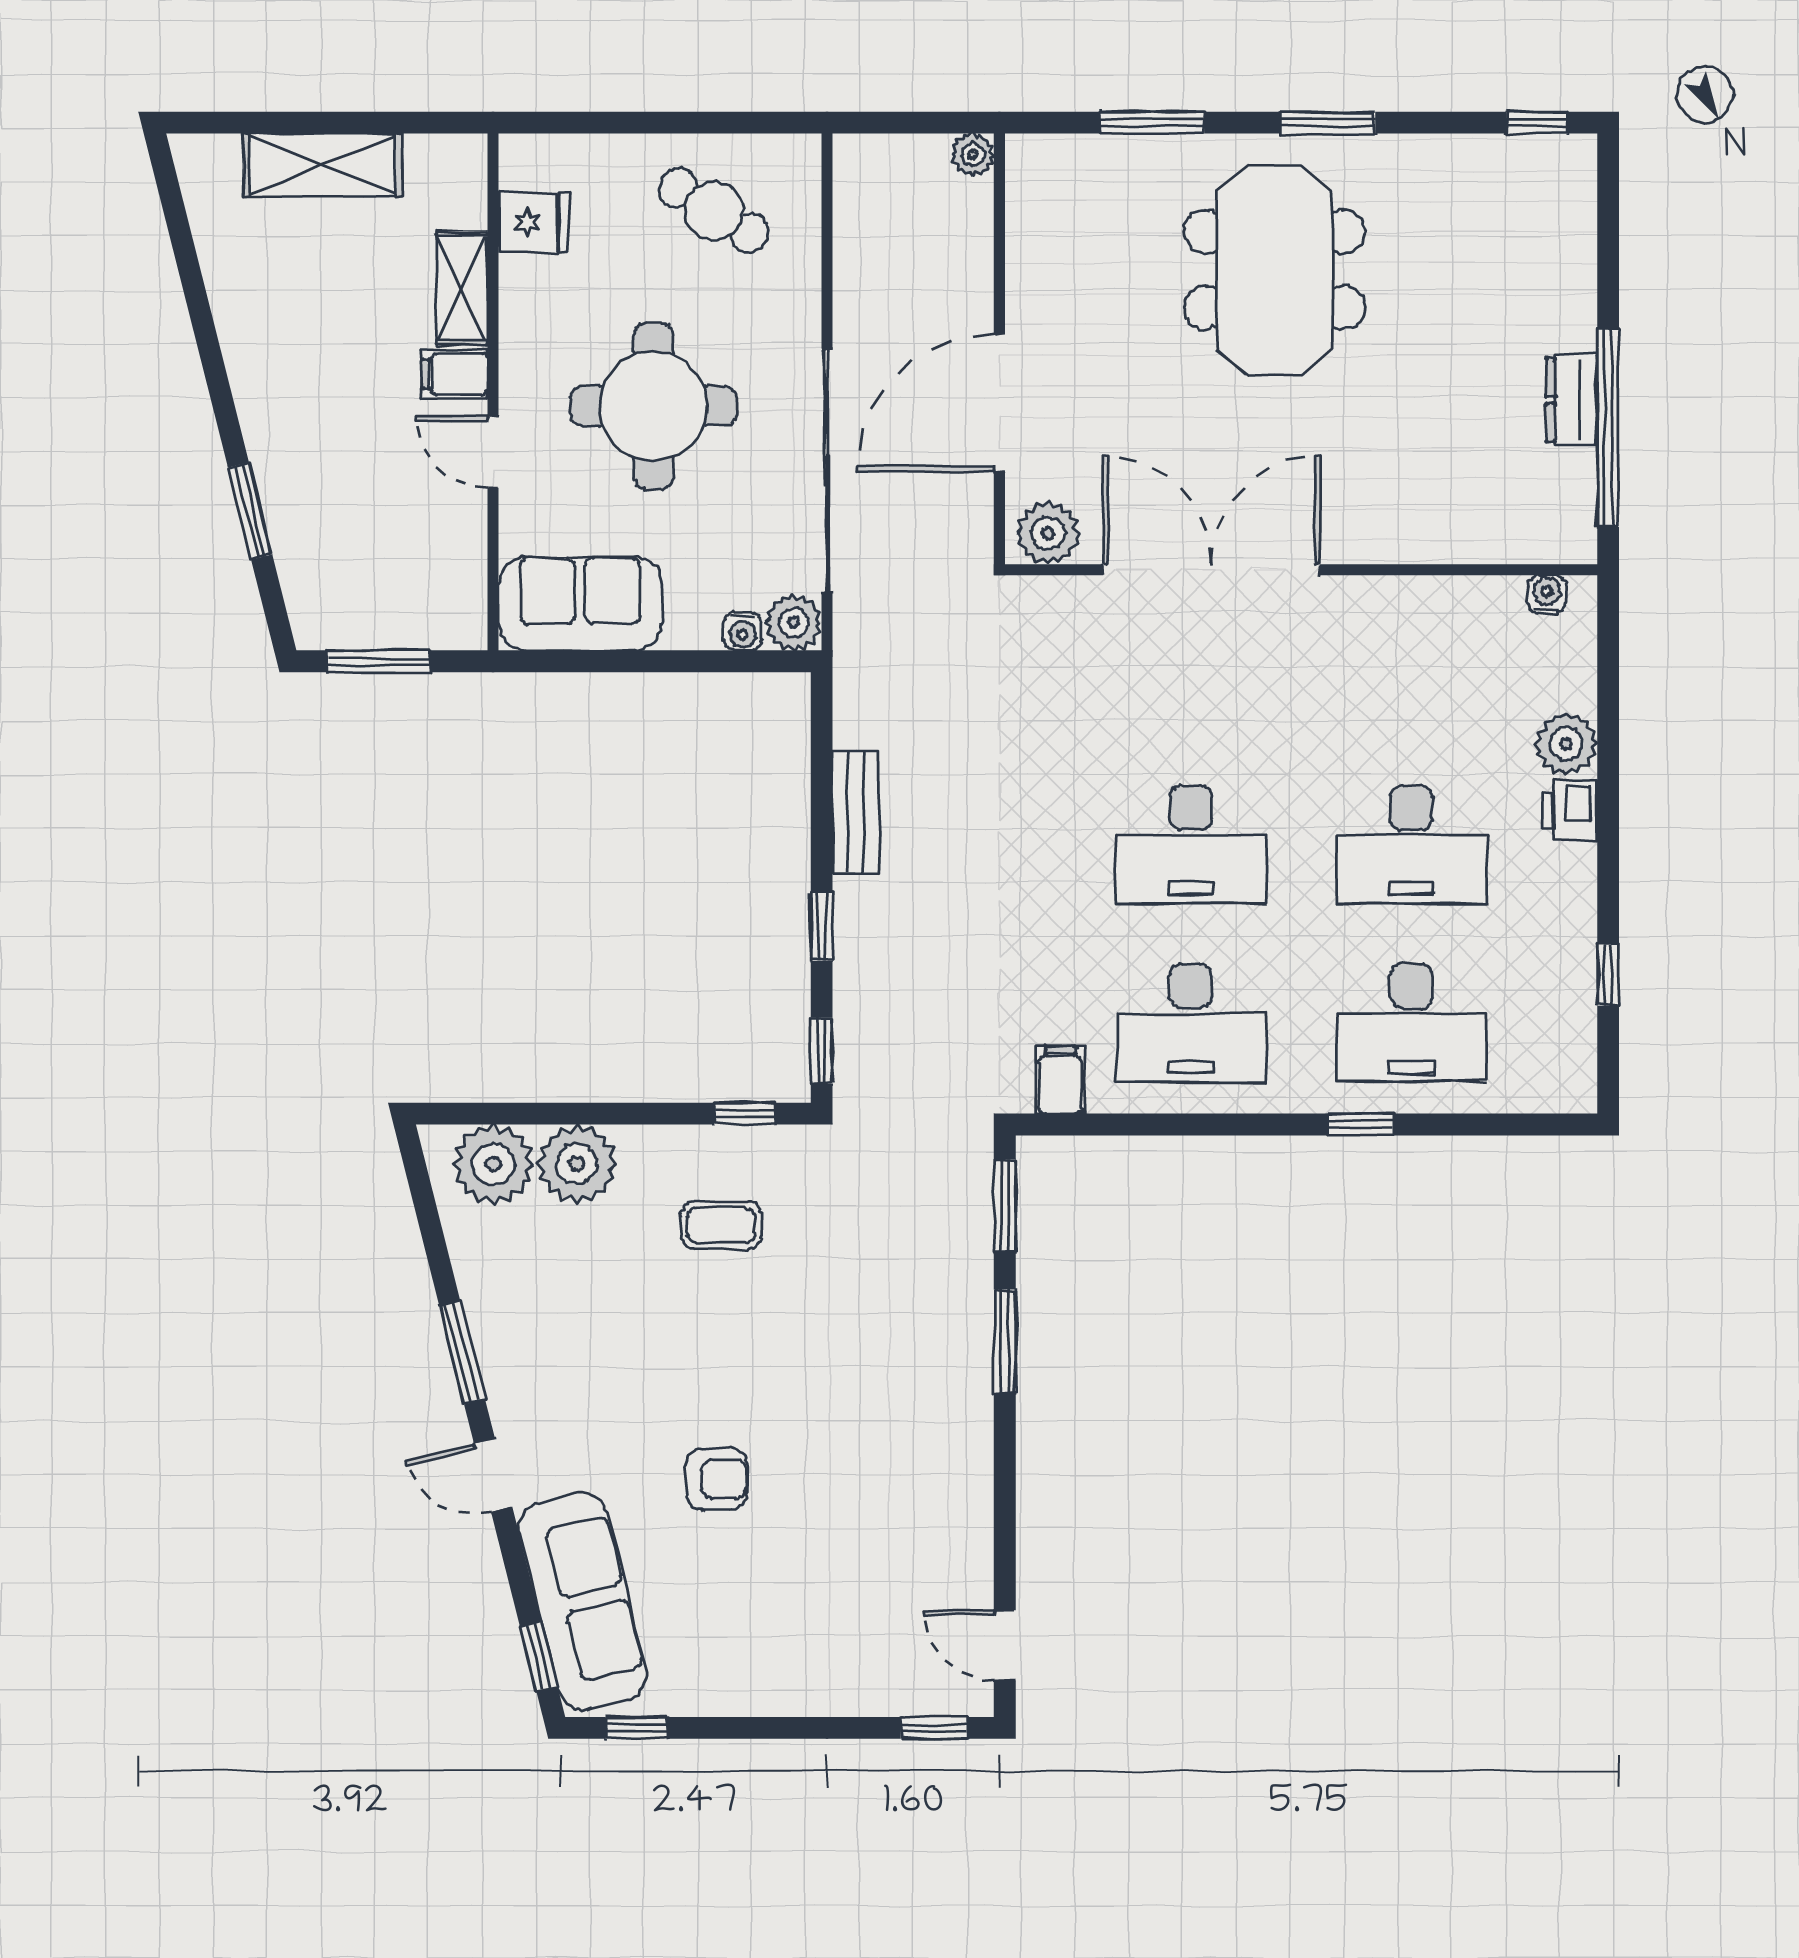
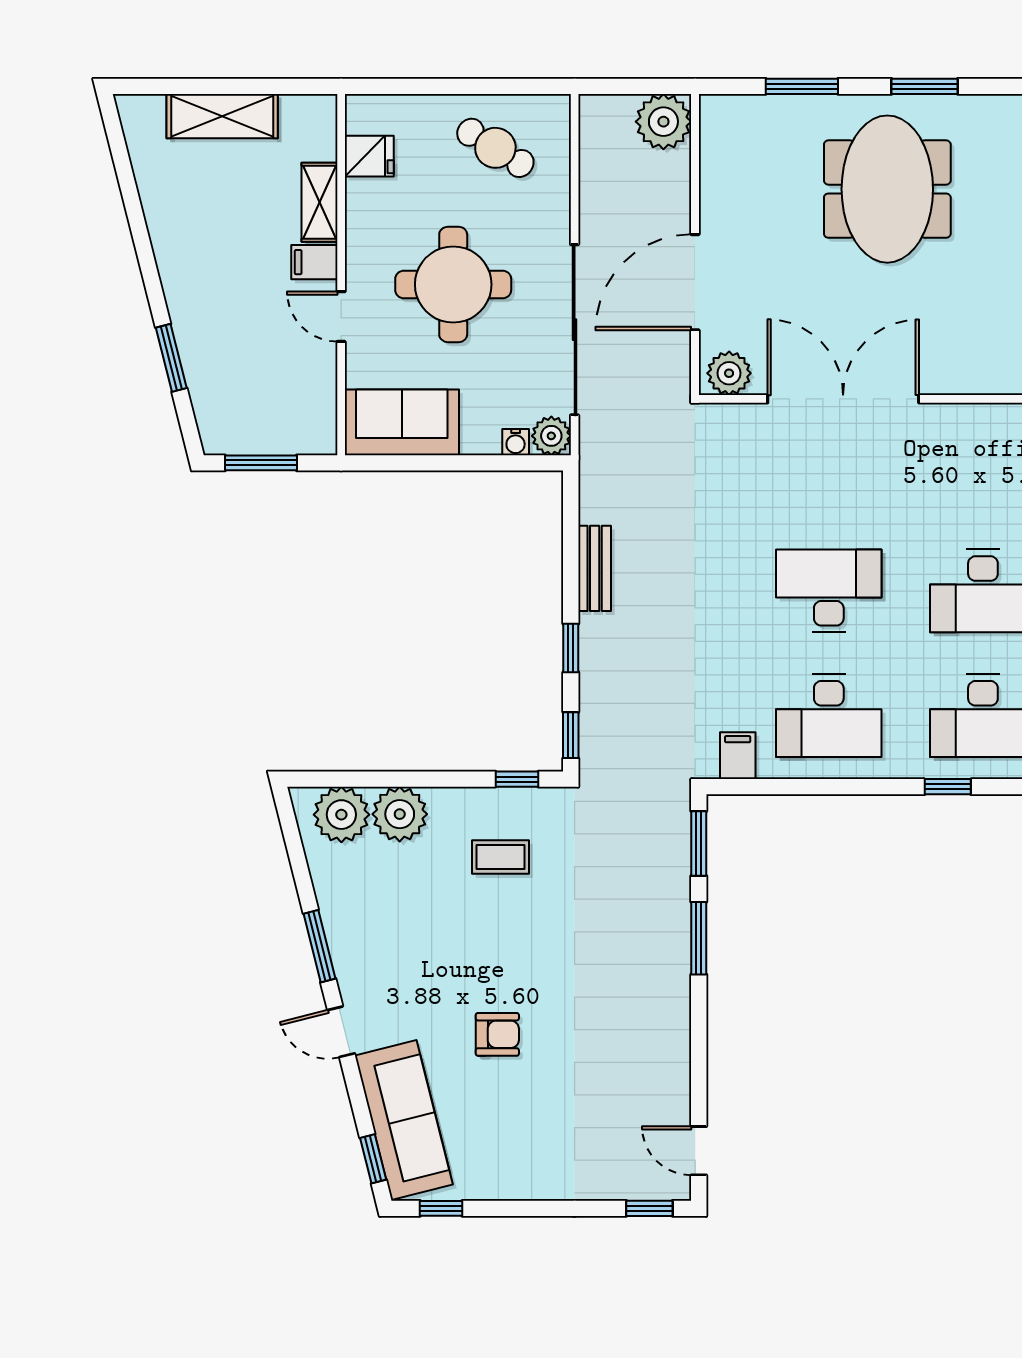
plant: (973, 155) -> (663, 122), width x1.88, depth x1.88
desk: (1191, 844) -> (829, 591), turned 180

